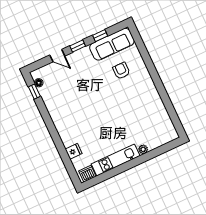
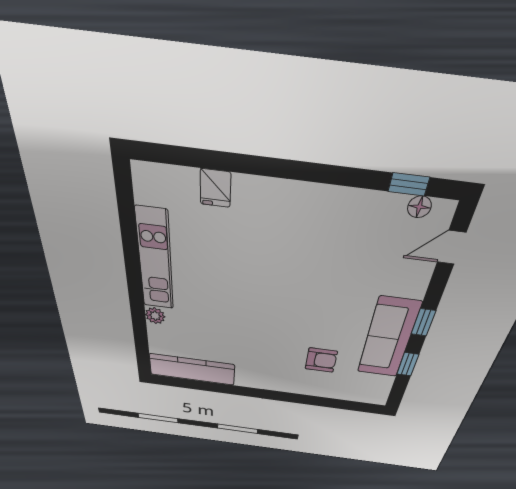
sofa: (112, 44) -> (388, 338), moved
door: (57, 56) -> (451, 248), moved
kitchen counter: (164, 121) -> (192, 369), added
dishwasher: (87, 174) -> (148, 188), removed

